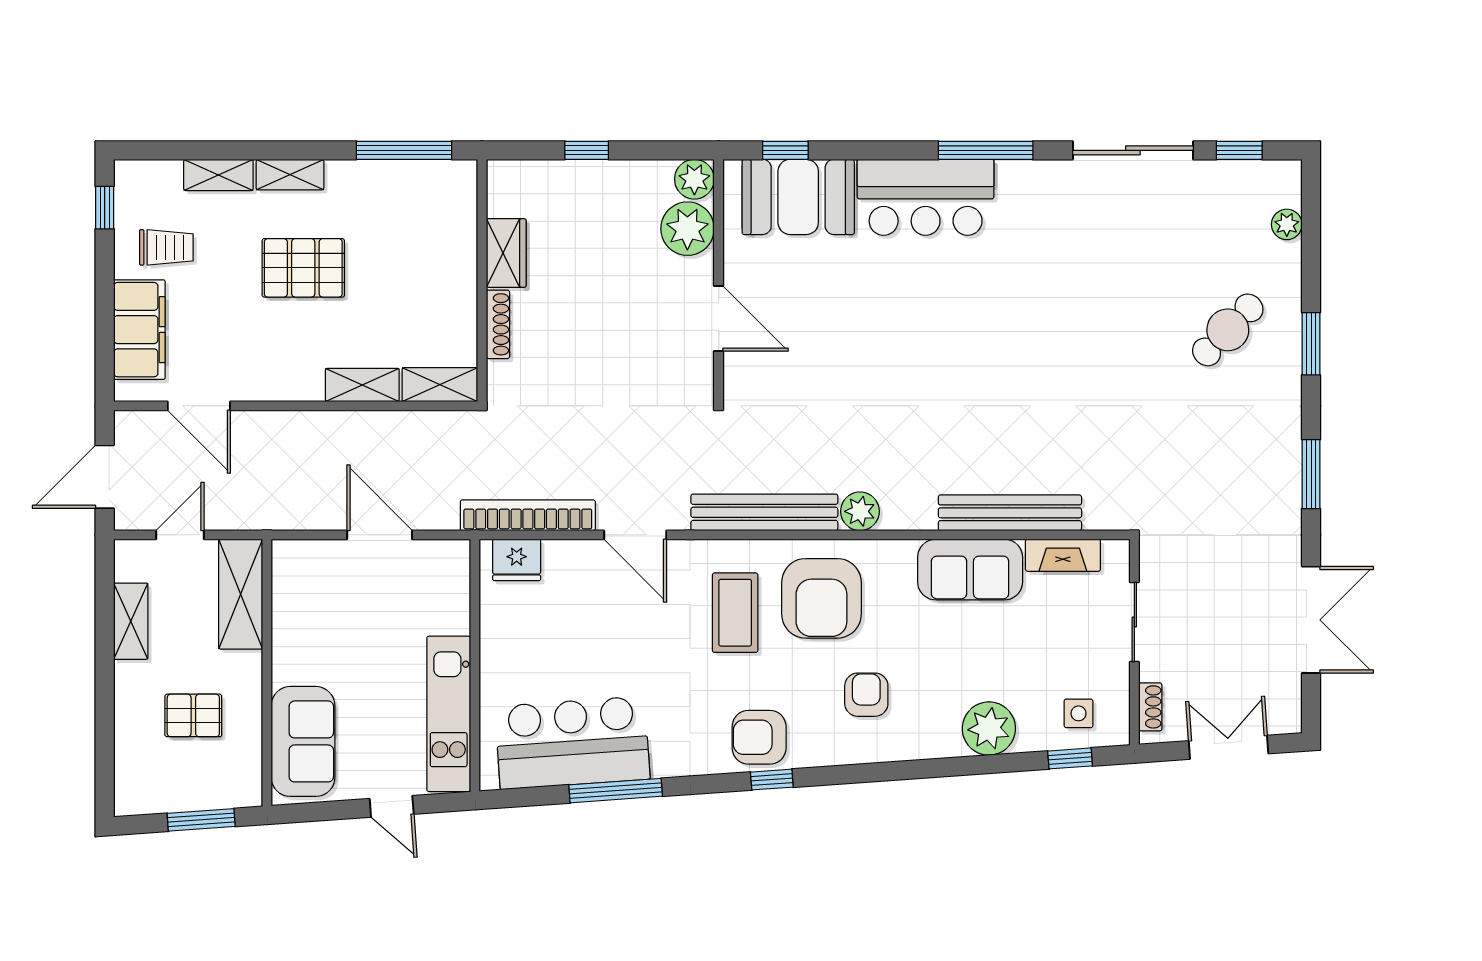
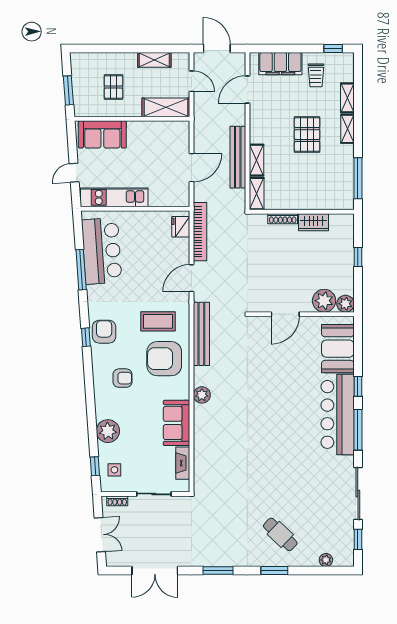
window: (785, 150) -> (358, 386), moved
bar counter: (926, 197) -> (338, 414), width x1.36
plant: (860, 511) -> (202, 395), moved
bench: (1010, 513) -> (238, 157), moved

